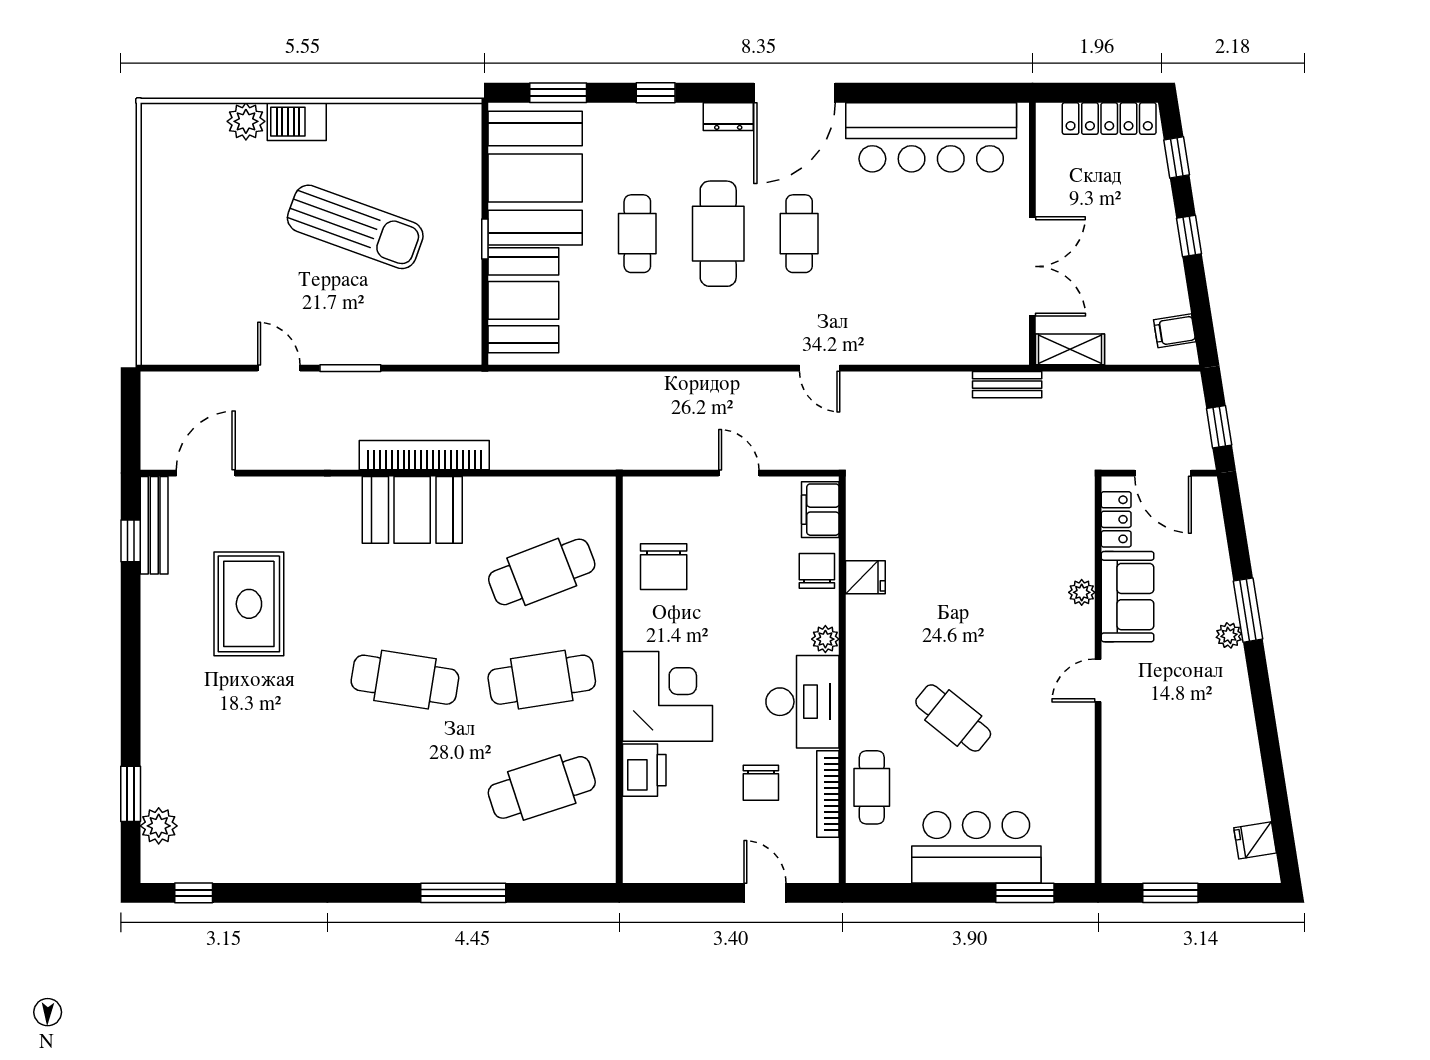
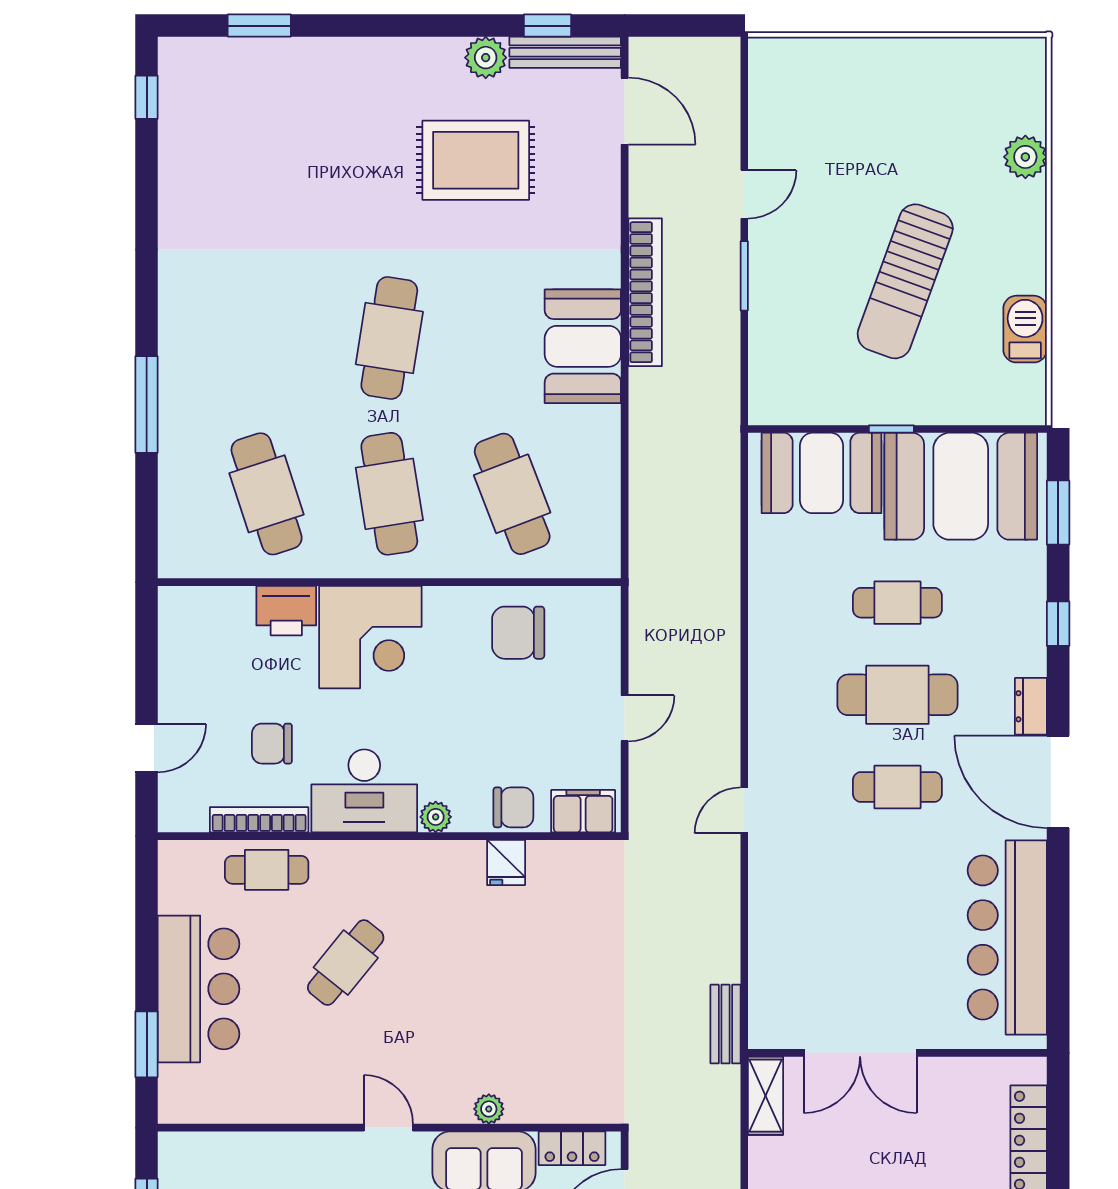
barbecue: (297, 122) -> (1025, 329), moved
bookcase: (424, 455) -> (645, 292), moved
plant: (159, 826) -> (486, 58), moved

